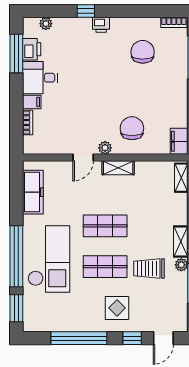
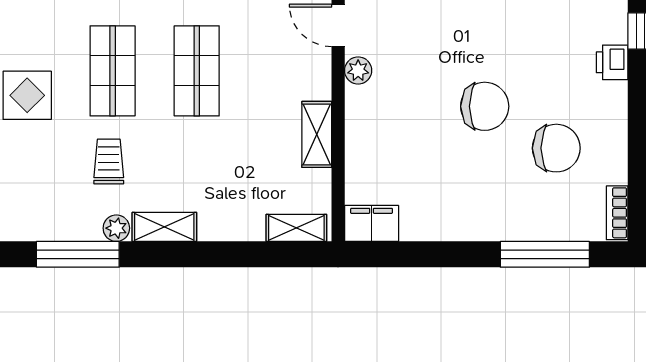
chair: (132, 128) -> (485, 106), moved
shelving: (118, 168) -> (317, 134), moved
trolley: (149, 268) -> (109, 161), width x0.73, depth x0.72

